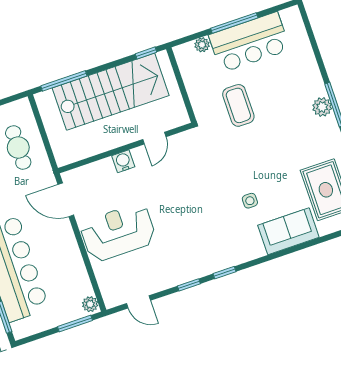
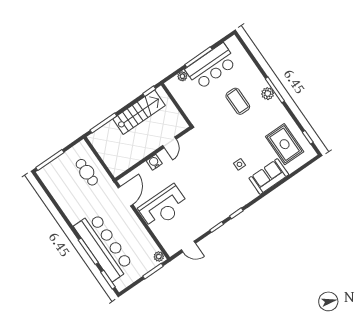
stairs: (111, 92) -> (139, 112), width x0.73, depth x0.66
coffee table: (238, 105) -> (238, 101), moved
door: (66, 200) -> (125, 196), swing flipped
reception desk: (118, 232) -> (164, 207), turned 180

